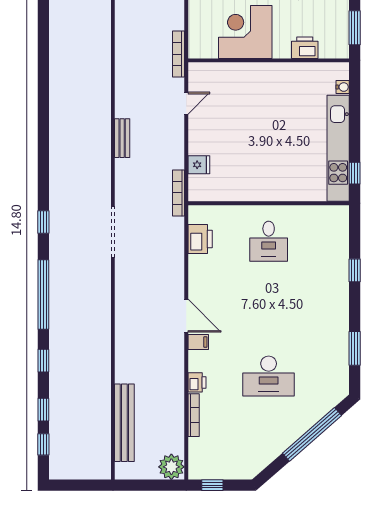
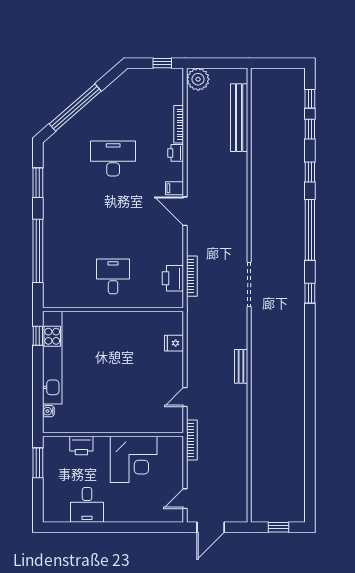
bookcase: (178, 193) -> (192, 276), moved
window: (355, 270) -> (38, 251), width x3.17

